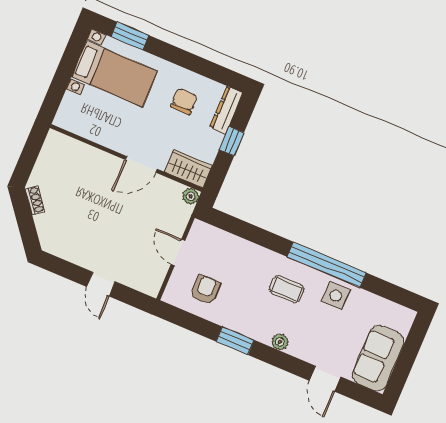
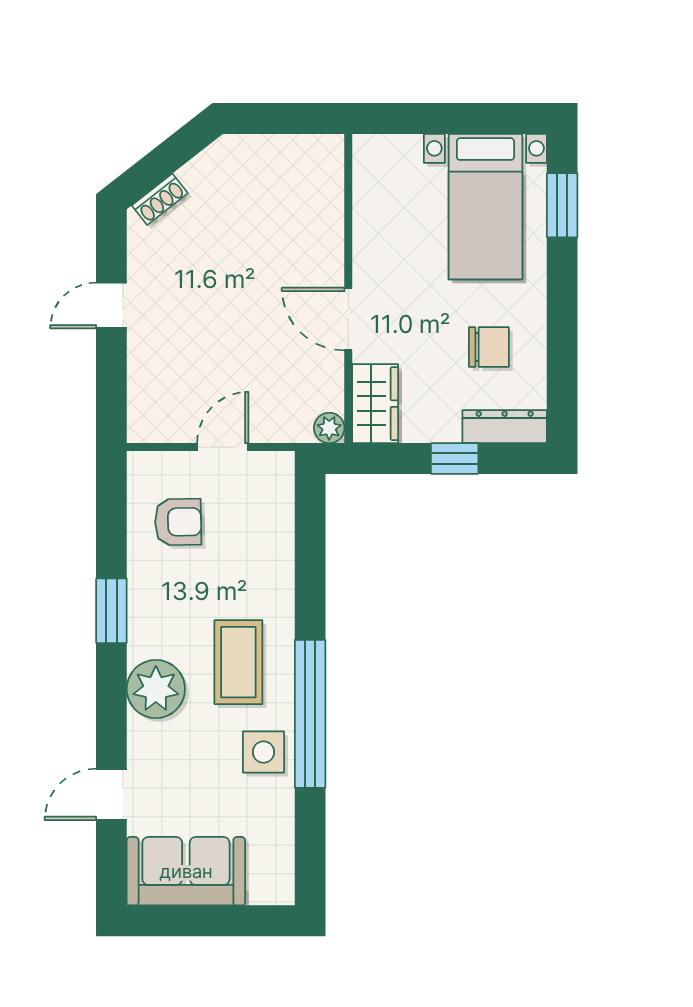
shoe rack: (35, 200) -> (160, 199), moved
door: (101, 284) -> (111, 306), moved
coffee table: (287, 289) -> (238, 662), width x1.36, depth x1.30
plant: (280, 342) -> (156, 689), width x1.88, depth x1.88

